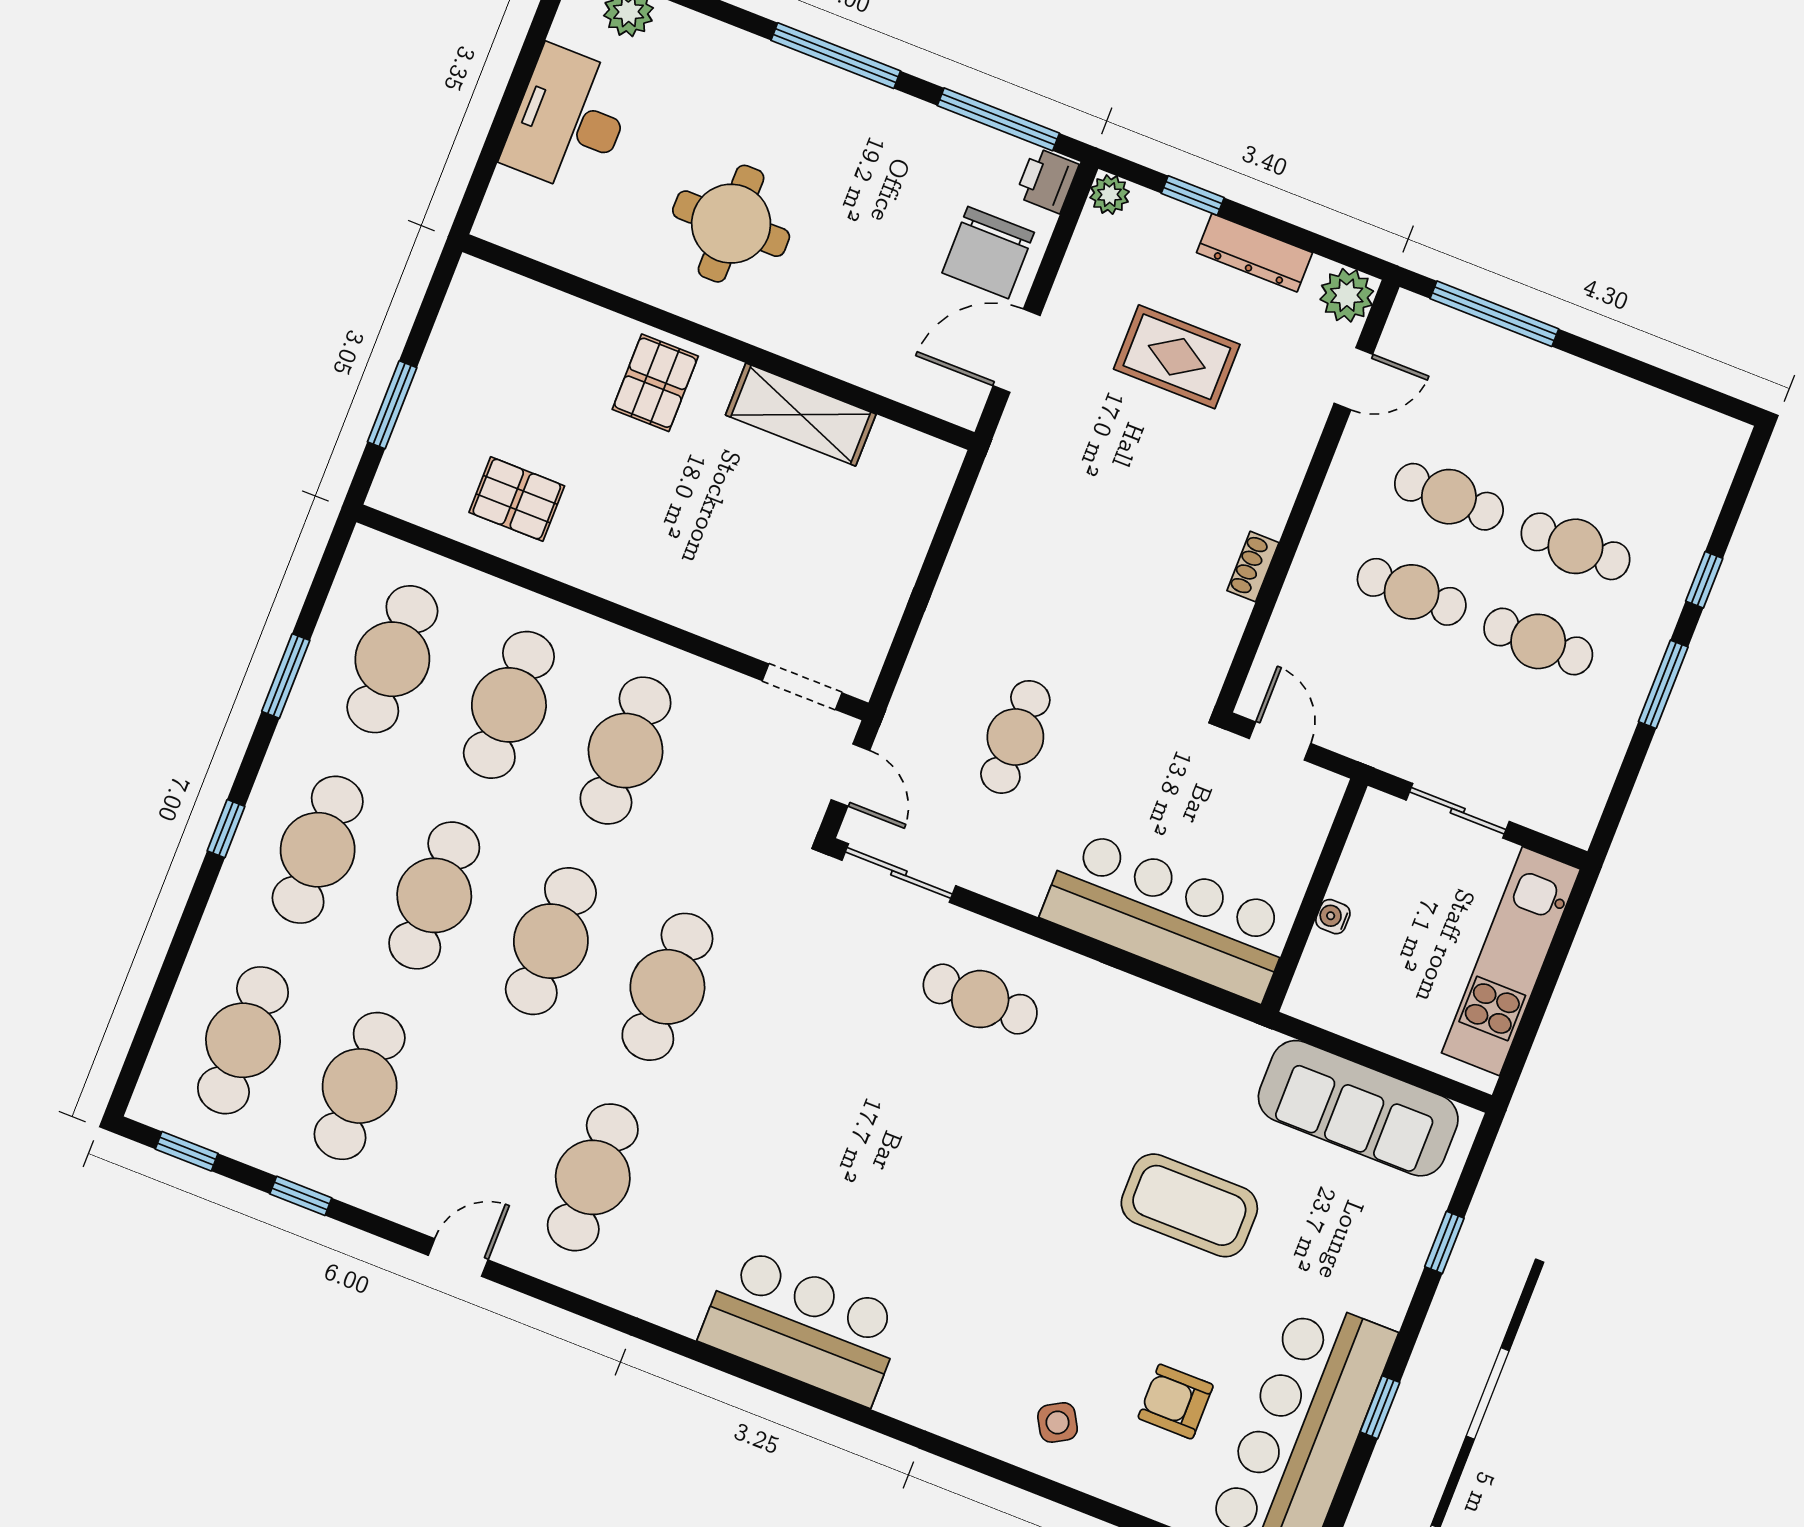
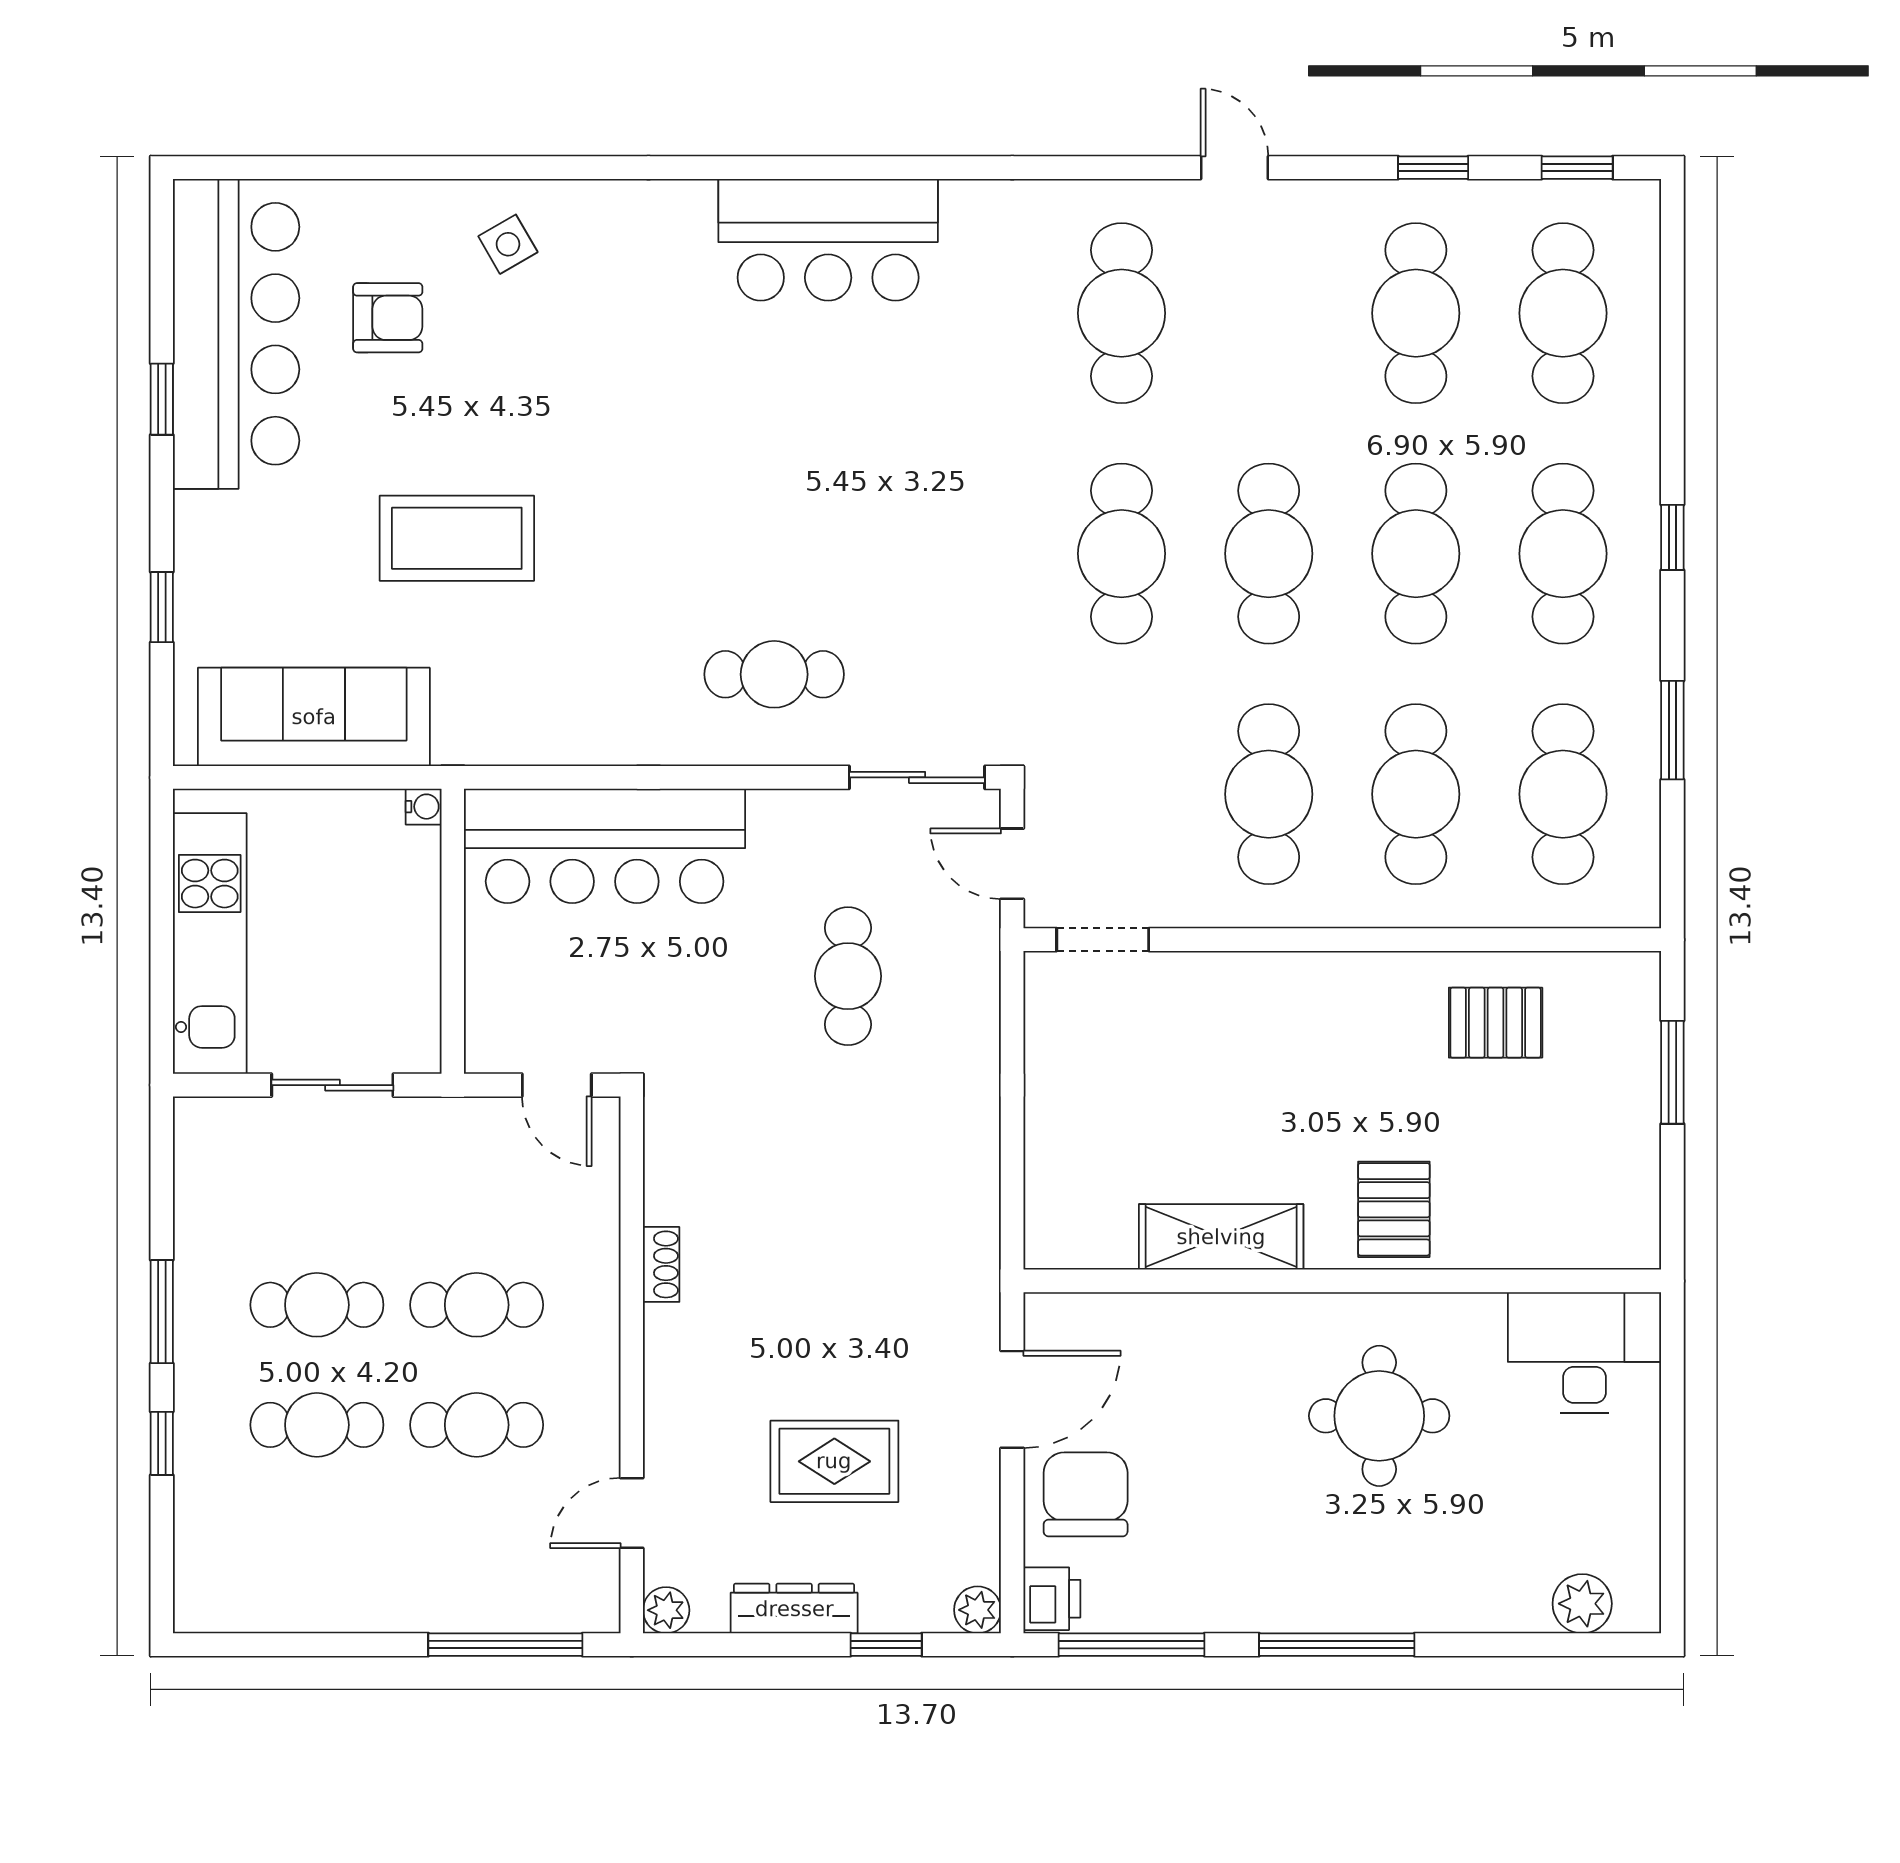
desk: (569, 120) -> (1585, 1352), moved, turned -90
plant: (1347, 295) -> (666, 1610), width x0.73, depth x0.73
water cooler: (1333, 917) -> (424, 807), moved
door: (458, 1258) -> (1234, 168), swing flipped

